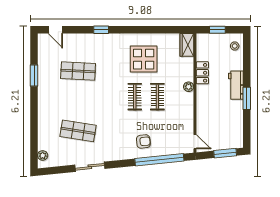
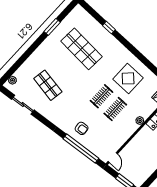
door: (55, 30) -> (91, 11), removed
window: (101, 30) -> (109, 28), moved
shop shelf: (78, 71) -> (81, 49), width x1.43, depth x1.36
sliding door: (90, 167) -> (23, 105), moved

